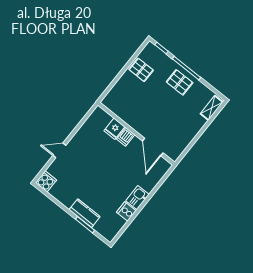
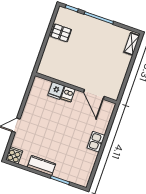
pallet: (180, 82) -> (97, 32), removed
cooker: (126, 212) -> (91, 157), removed
kitchen counter: (85, 213) -> (41, 166), moved

